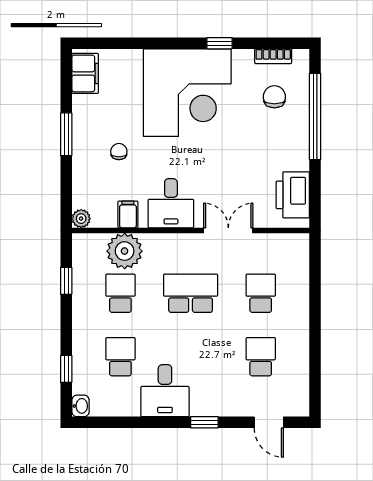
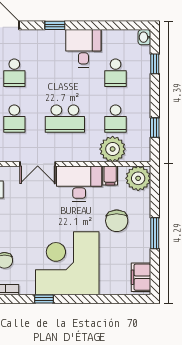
chair: (119, 152) -> (117, 221), width x1.87, depth x1.87
desk: (171, 203) -> (79, 183), width x1.37
plant: (81, 219) -> (138, 178), width x1.87, depth x1.87

